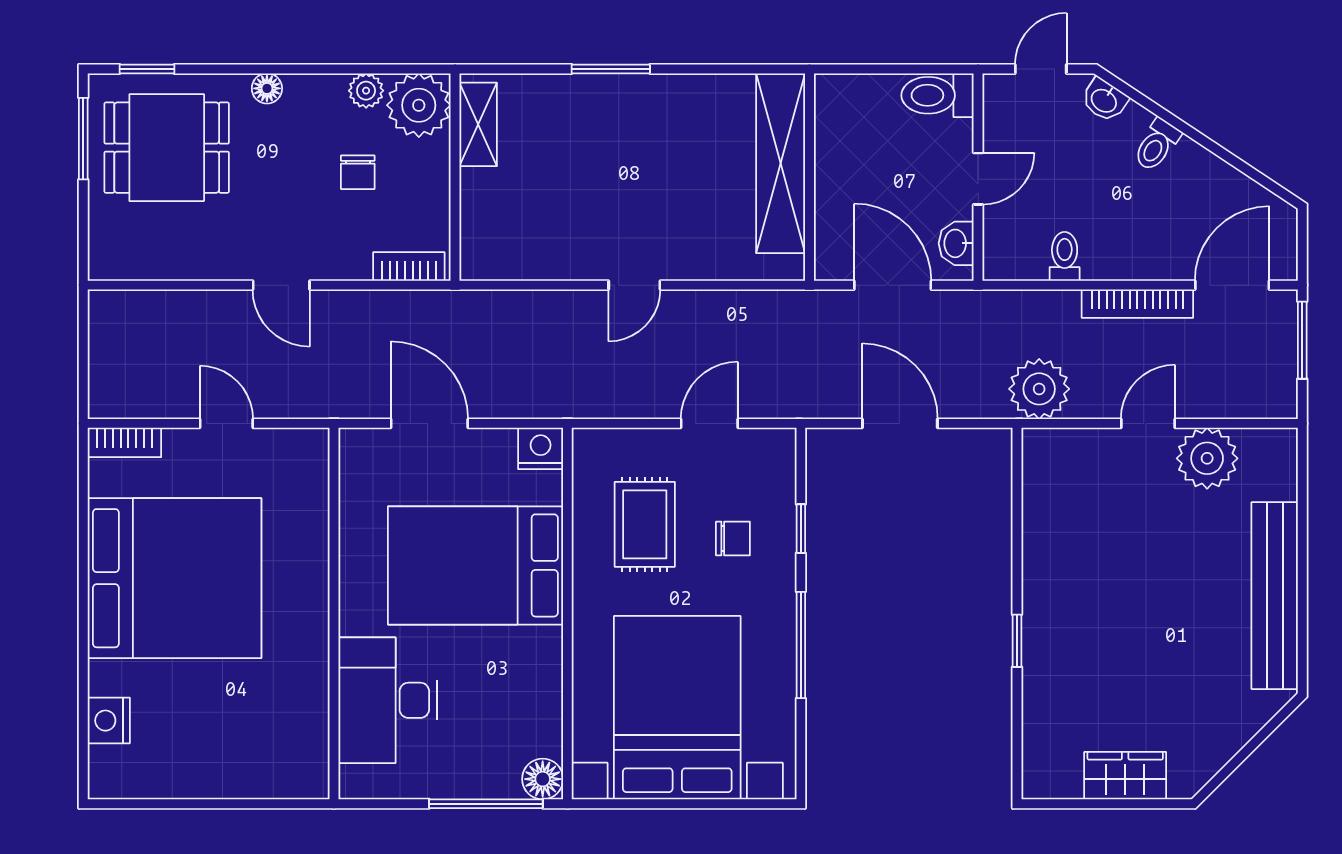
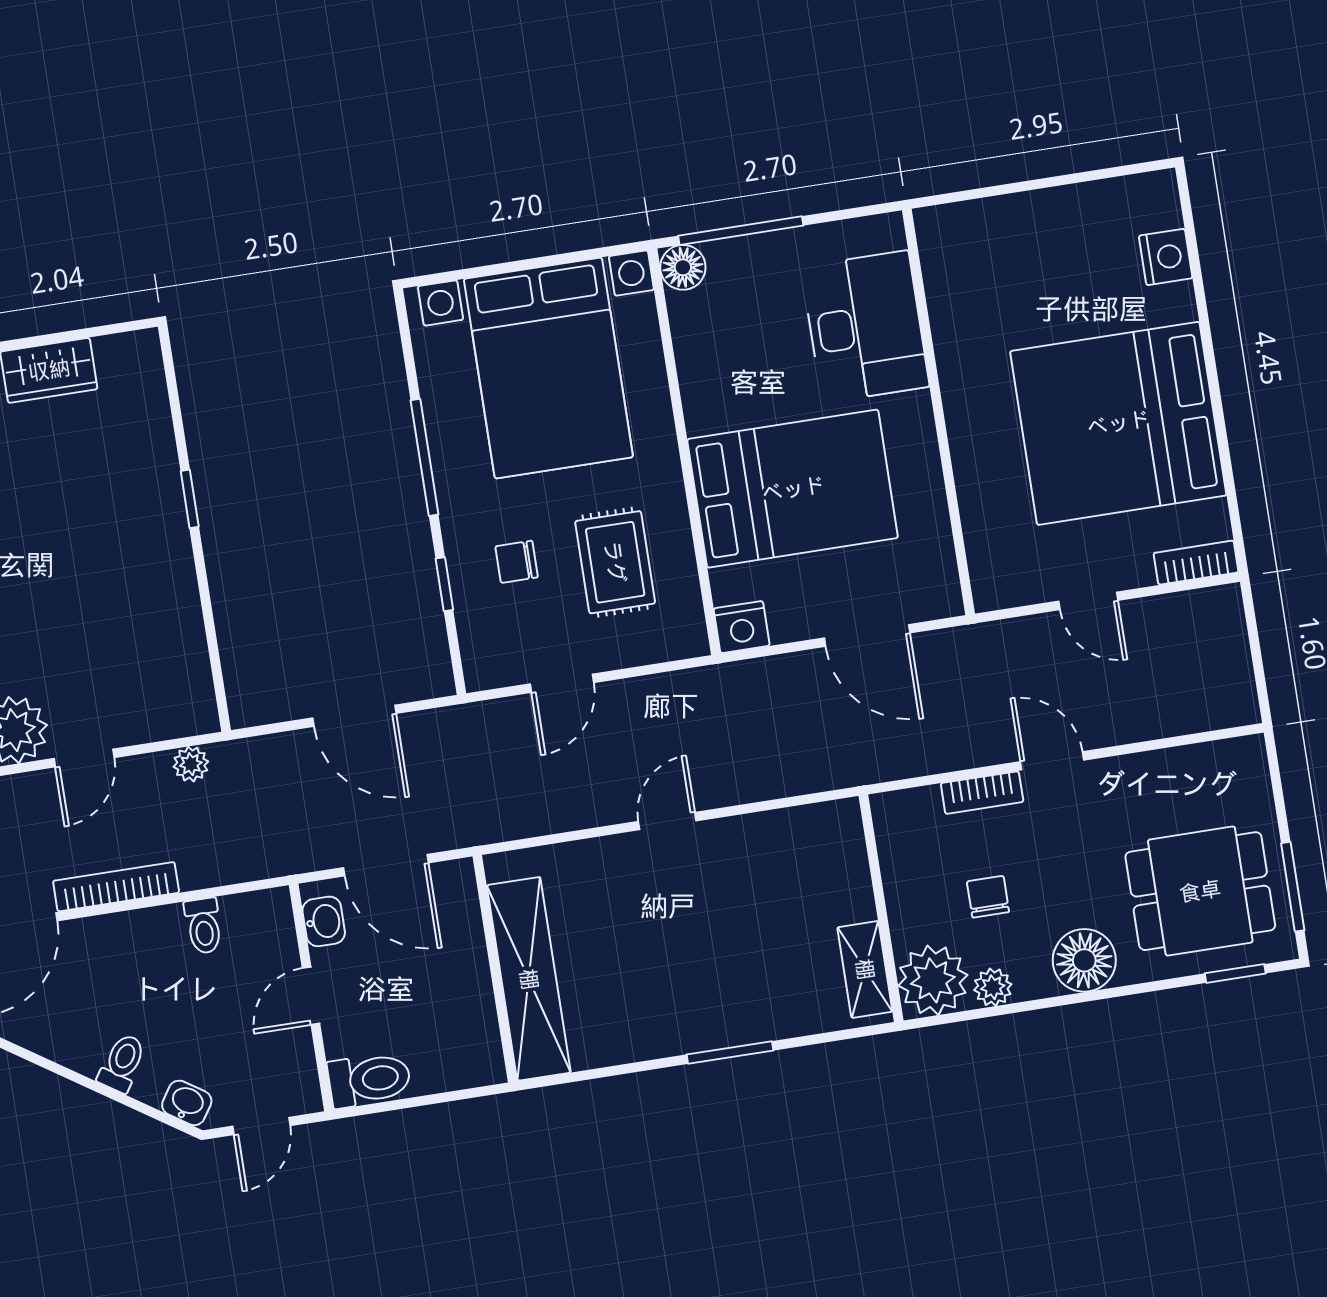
floor lamp: (267, 88) -> (1084, 960), width x1.89, depth x1.89
bookcase: (409, 266) -> (982, 793), moved
plant: (1039, 389) -> (191, 764), width x0.53, depth x0.53

